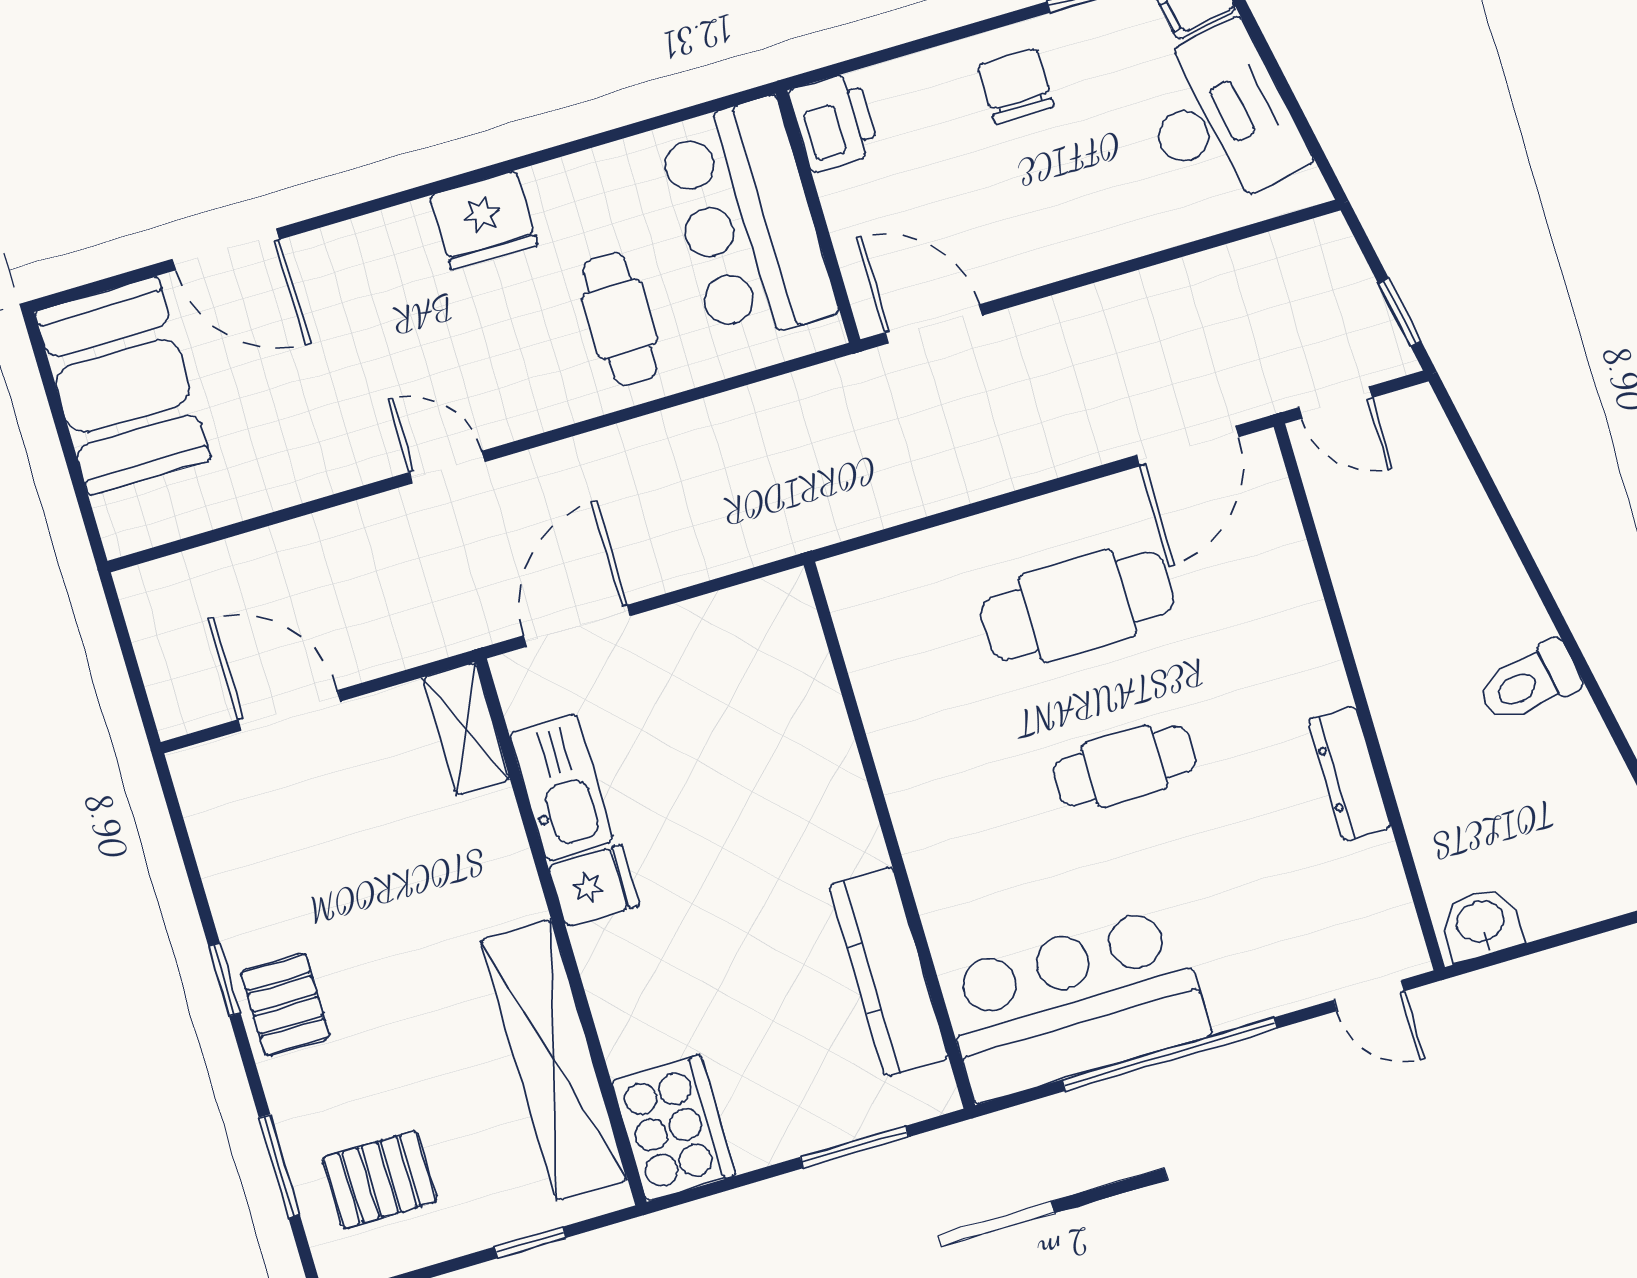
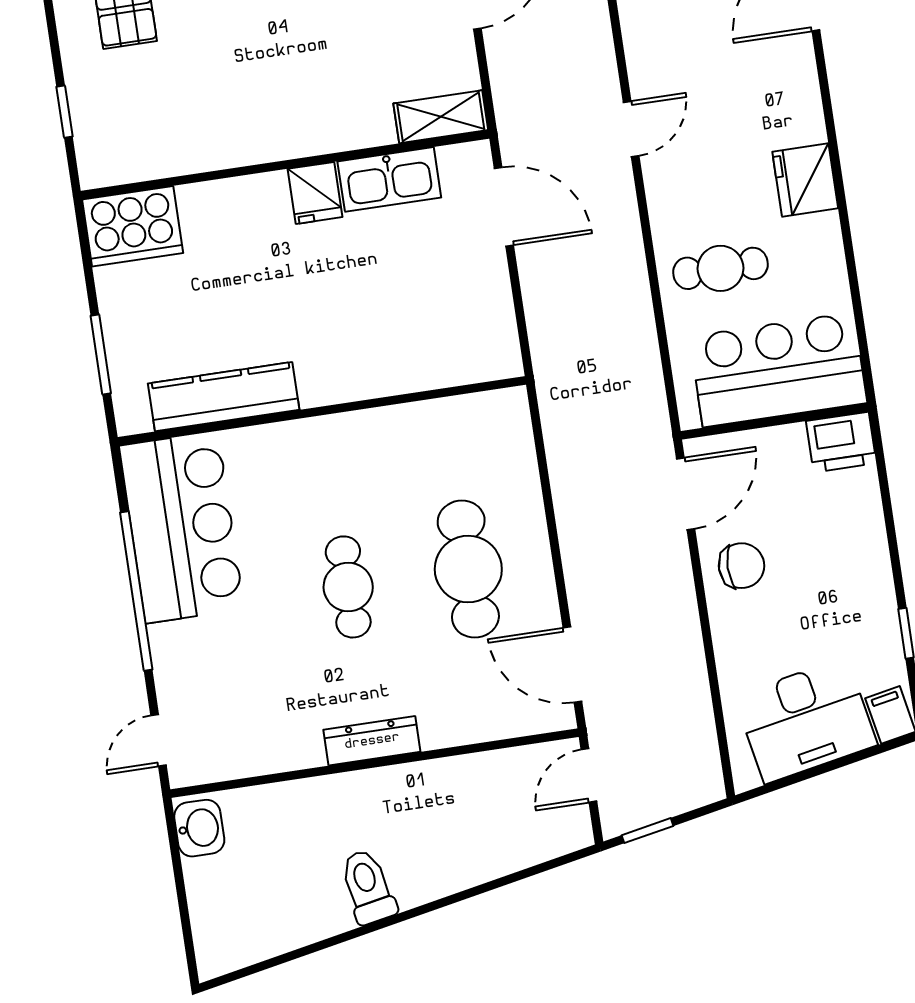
chair: (1015, 86) -> (742, 566), moved
dresser: (1350, 774) -> (372, 741), moved
shelving: (554, 1060) -> (194, 147), removed

